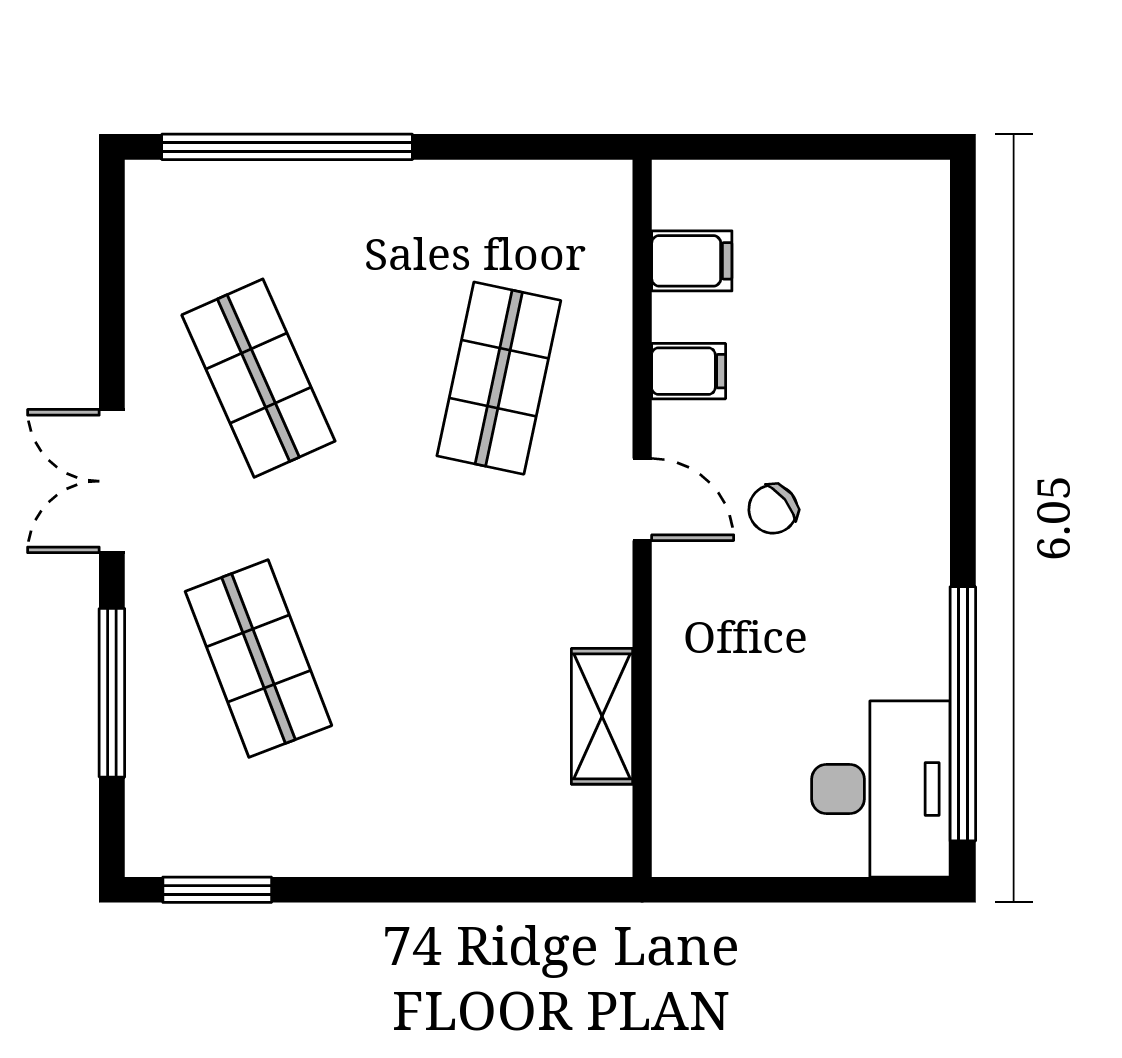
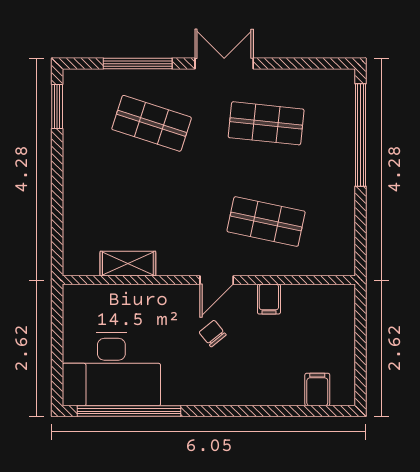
filing cabinet: (692, 261) -> (317, 389), moved, turned 180
shop shelf: (258, 378) -> (266, 123), turned 30
shop shelf: (258, 659) -> (152, 123), turned 39
desk: (881, 789) -> (111, 369), width x1.36, depth x1.30

